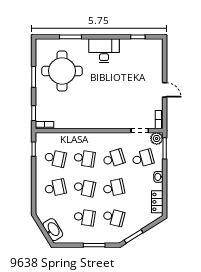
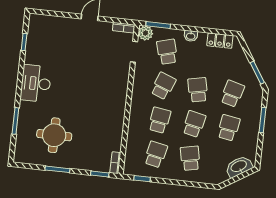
round table: (62, 71) -> (54, 135), width x0.73, depth x0.73
school desk: (114, 158) -> (163, 86), turned 39

